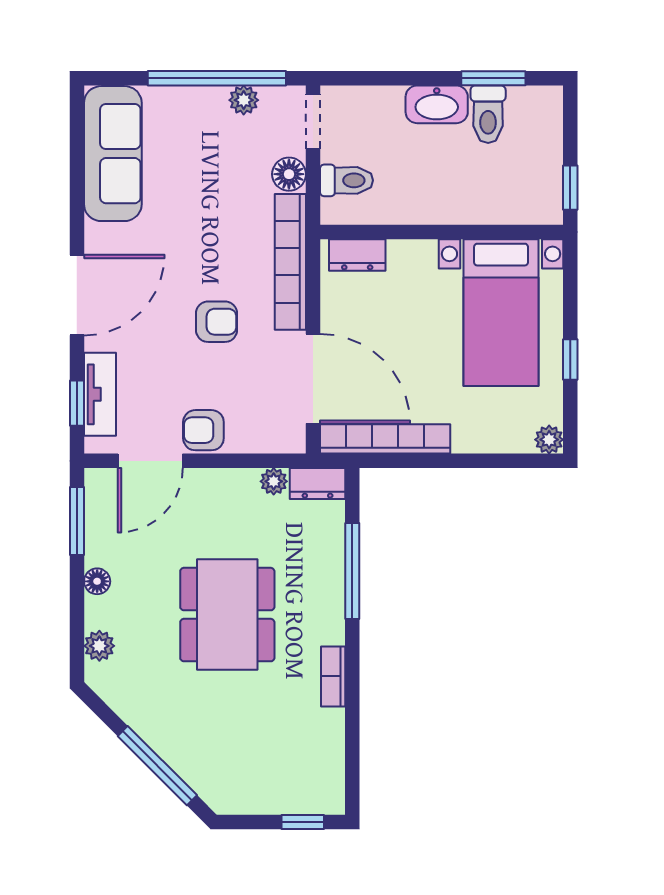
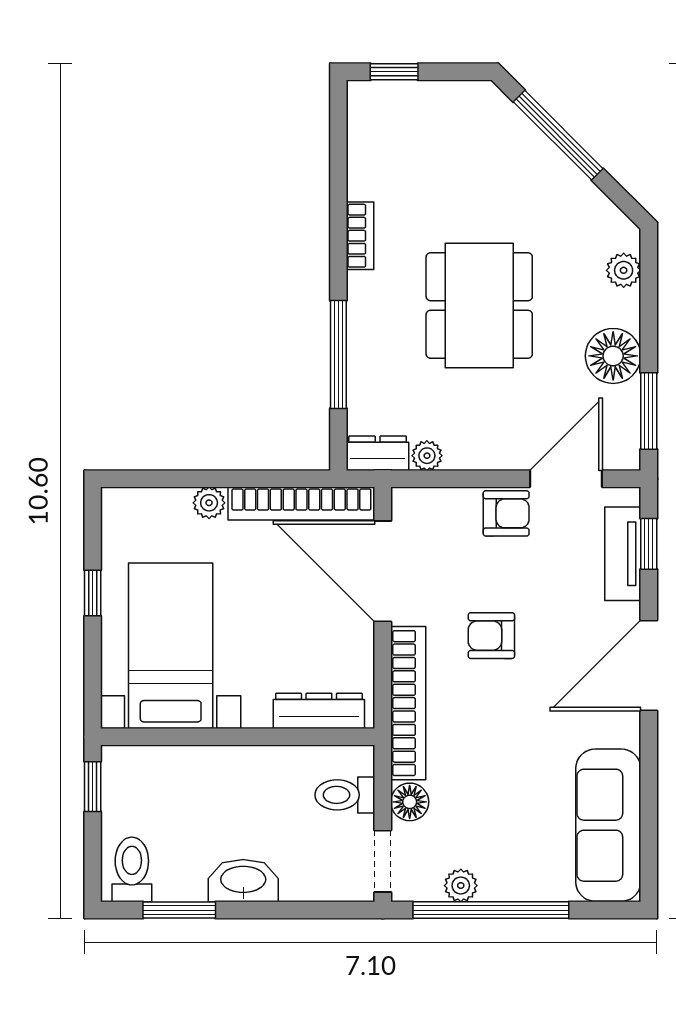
toilet: (488, 114) -> (132, 869), moved
dresser: (357, 255) -> (319, 711), width x1.44
plant: (549, 440) -> (209, 503), moved
floor lamp: (97, 581) -> (613, 356), width x1.89, depth x1.89

